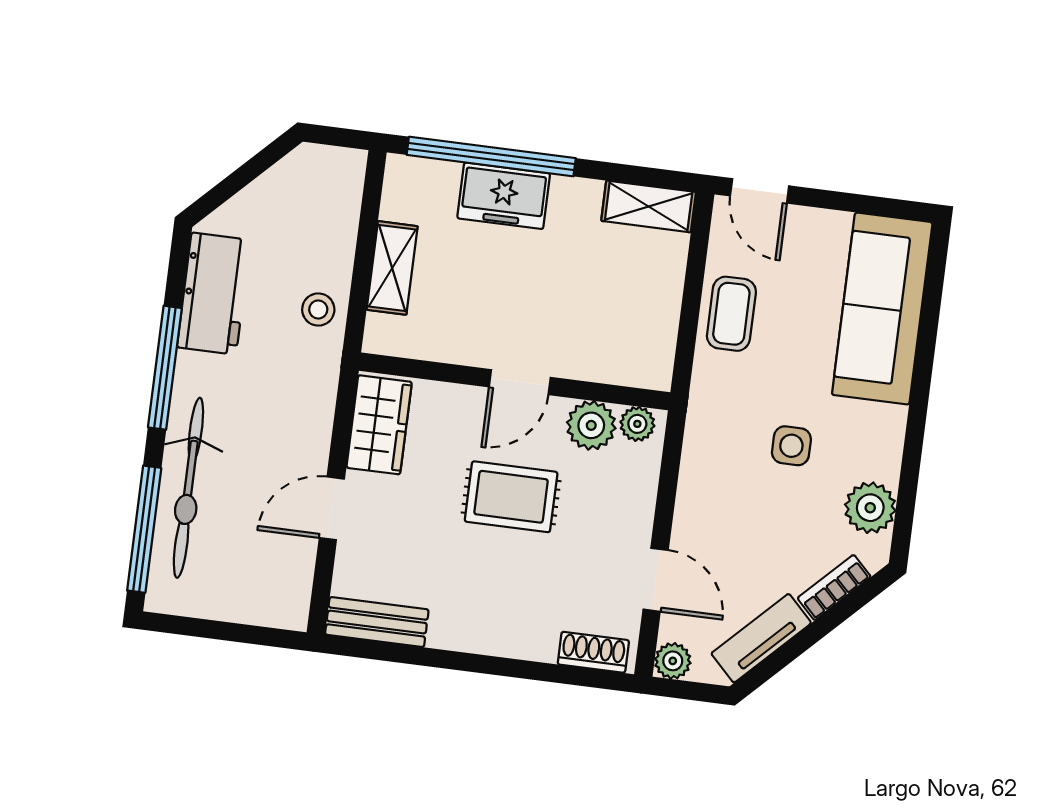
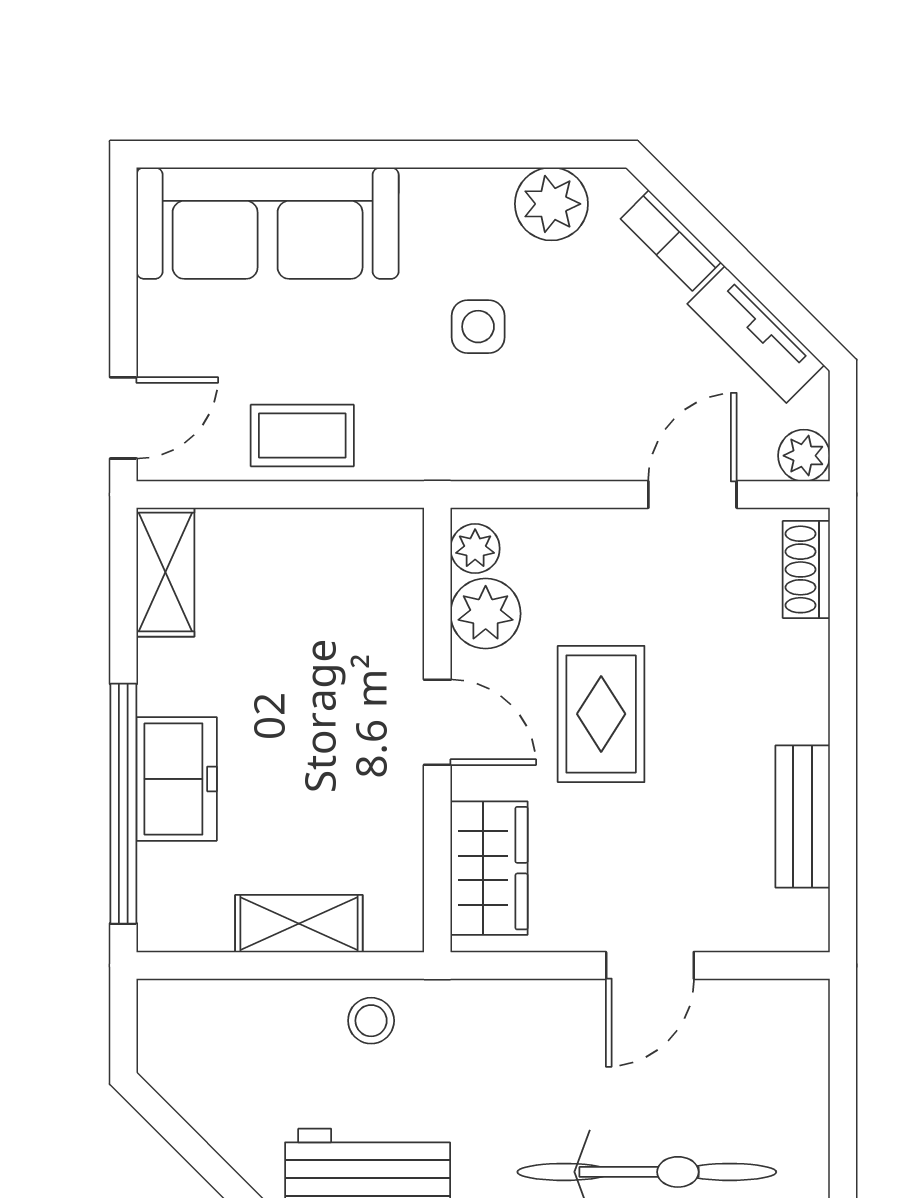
wardrobe: (379, 425) -> (489, 868), moved, turned 90
door: (332, 508) -> (650, 965), hinge flipped
bench: (377, 622) -> (803, 817), moved

